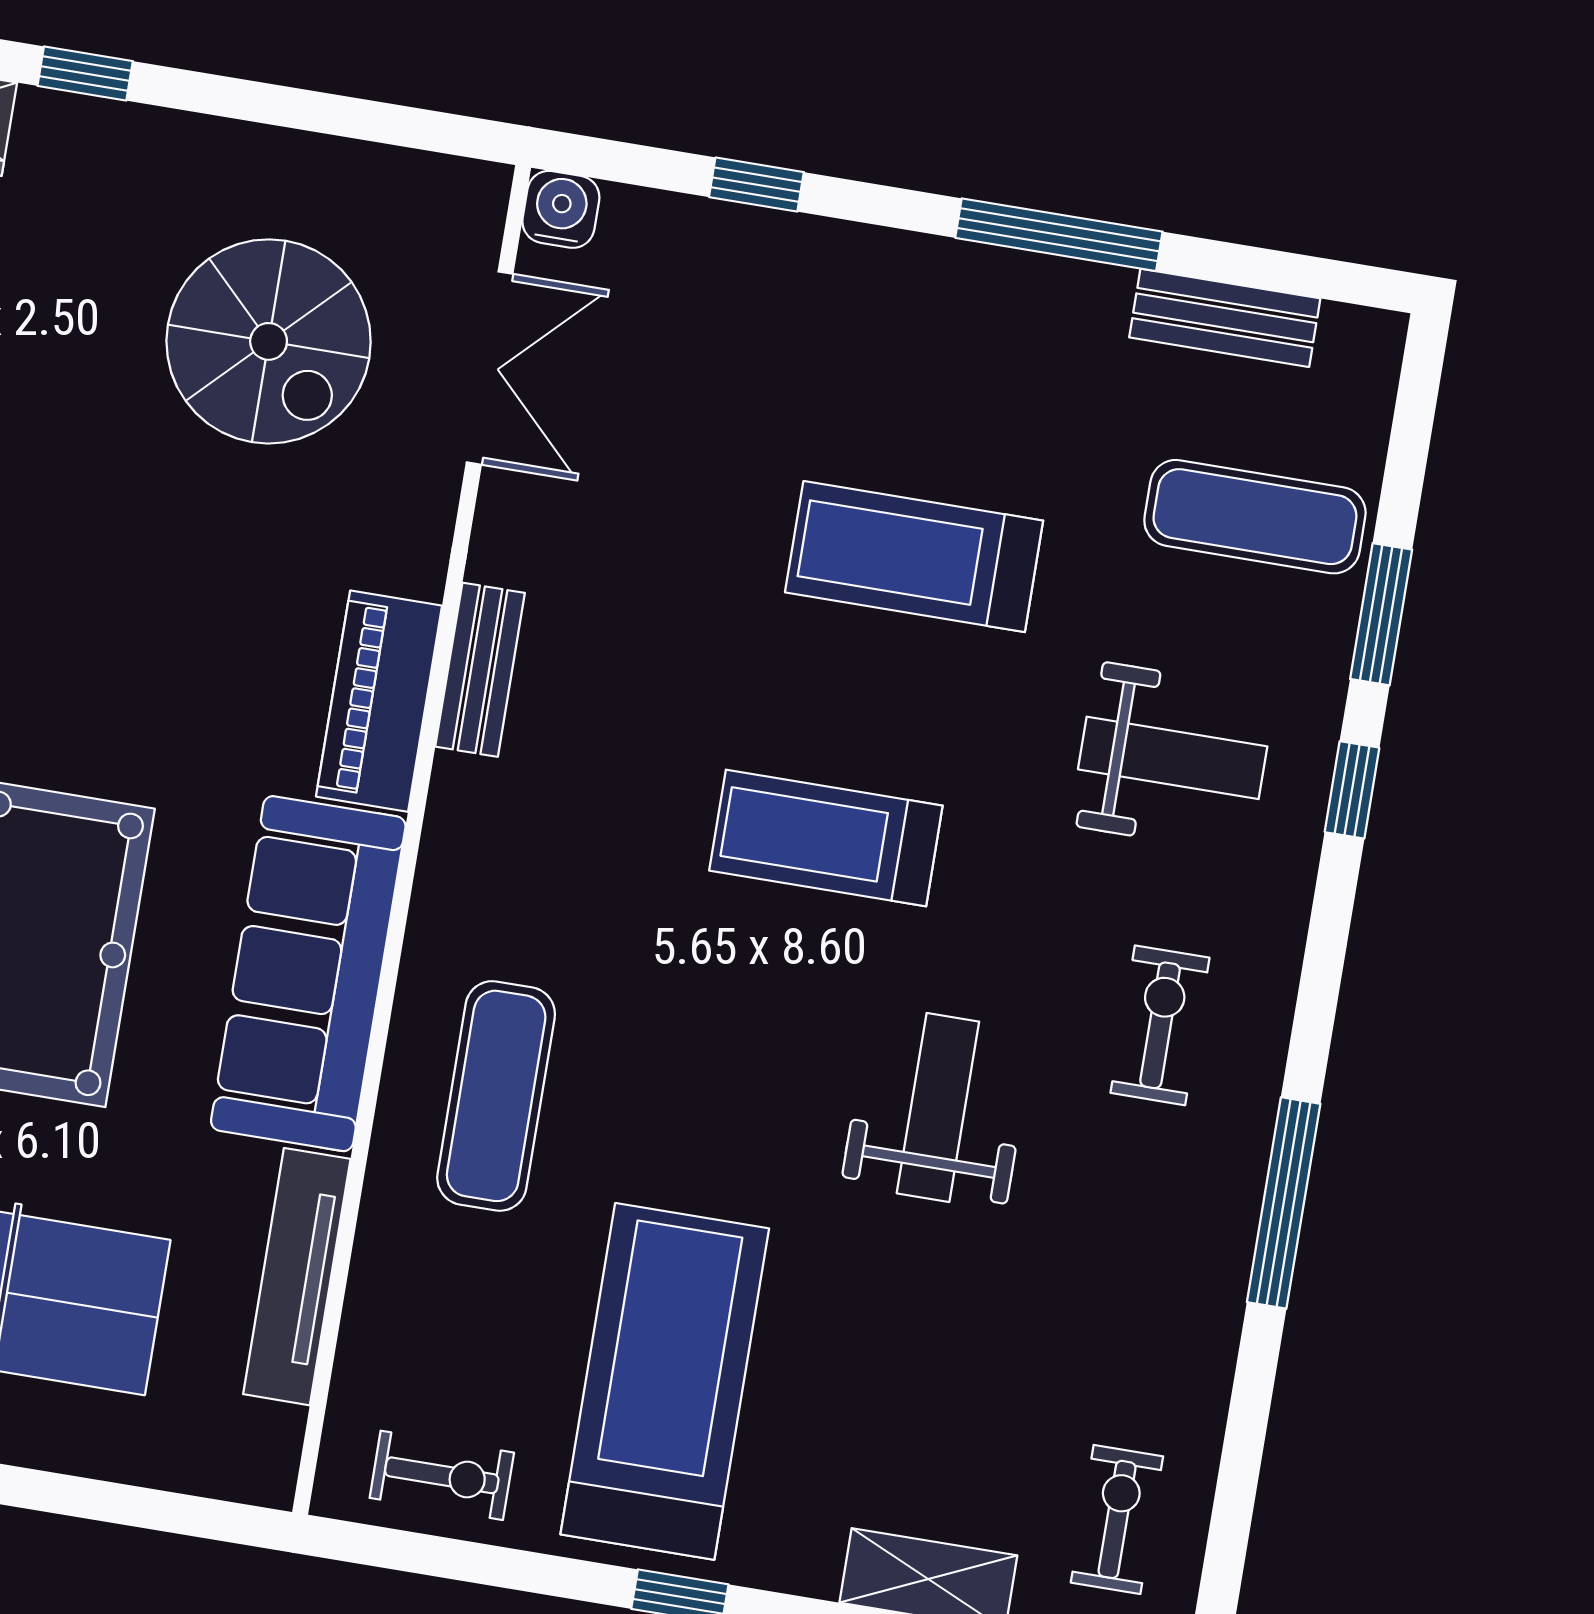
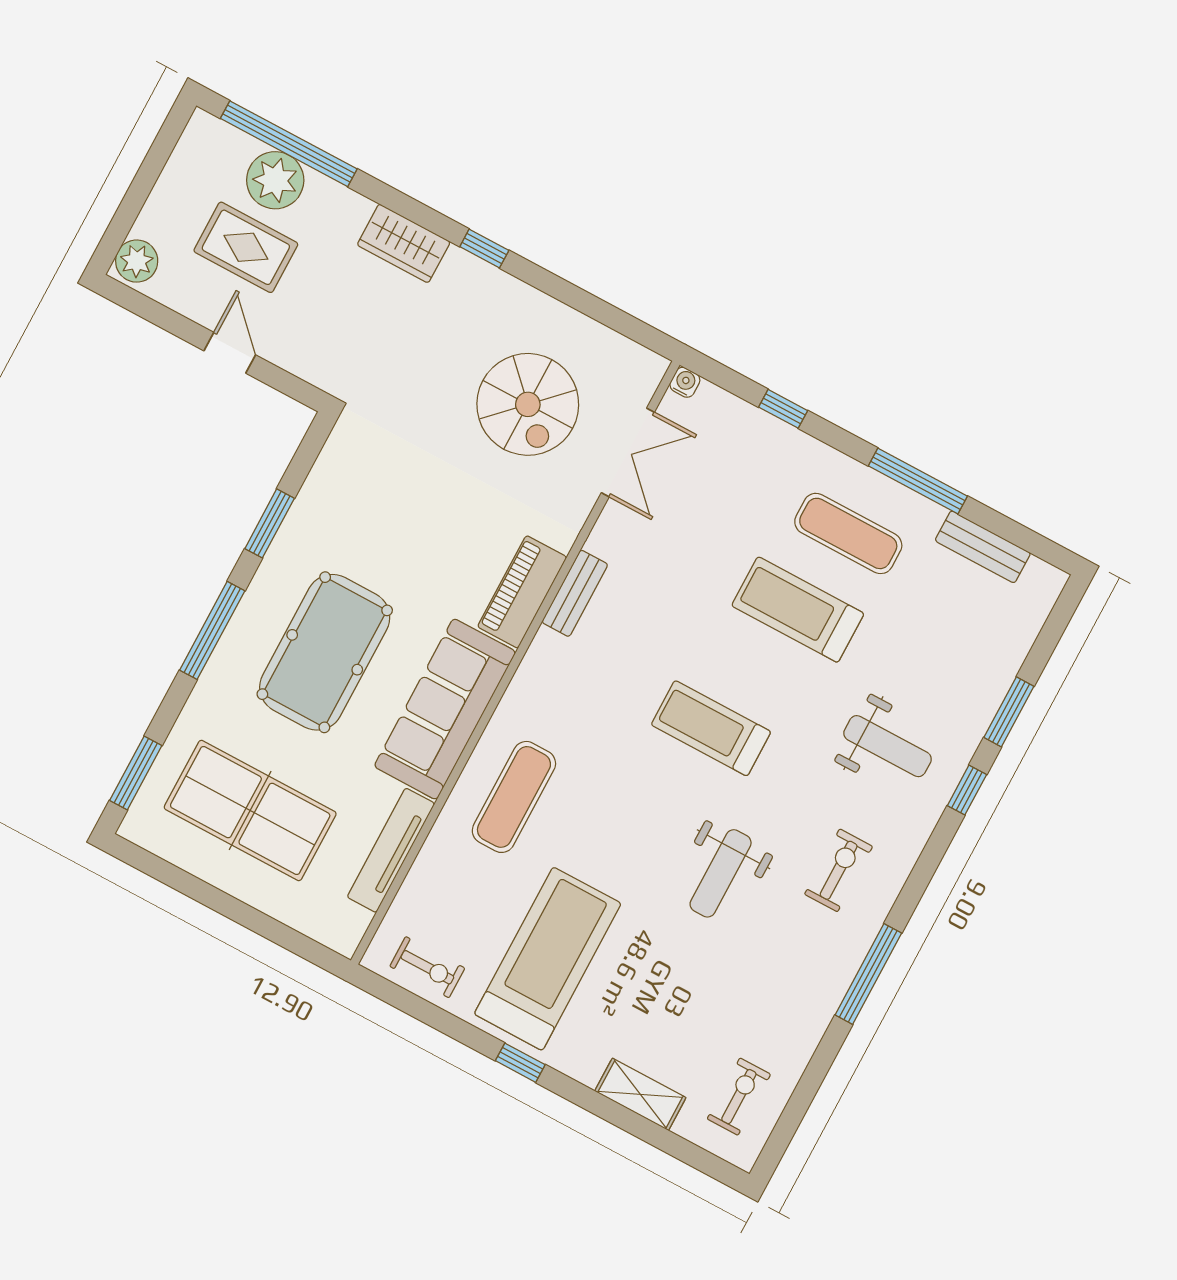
water cooler: (561, 209) -> (685, 382), width x0.72, depth x0.72
exercise mat: (1255, 517) -> (848, 533), moved
weight bench: (938, 1107) -> (721, 873), turned 180

